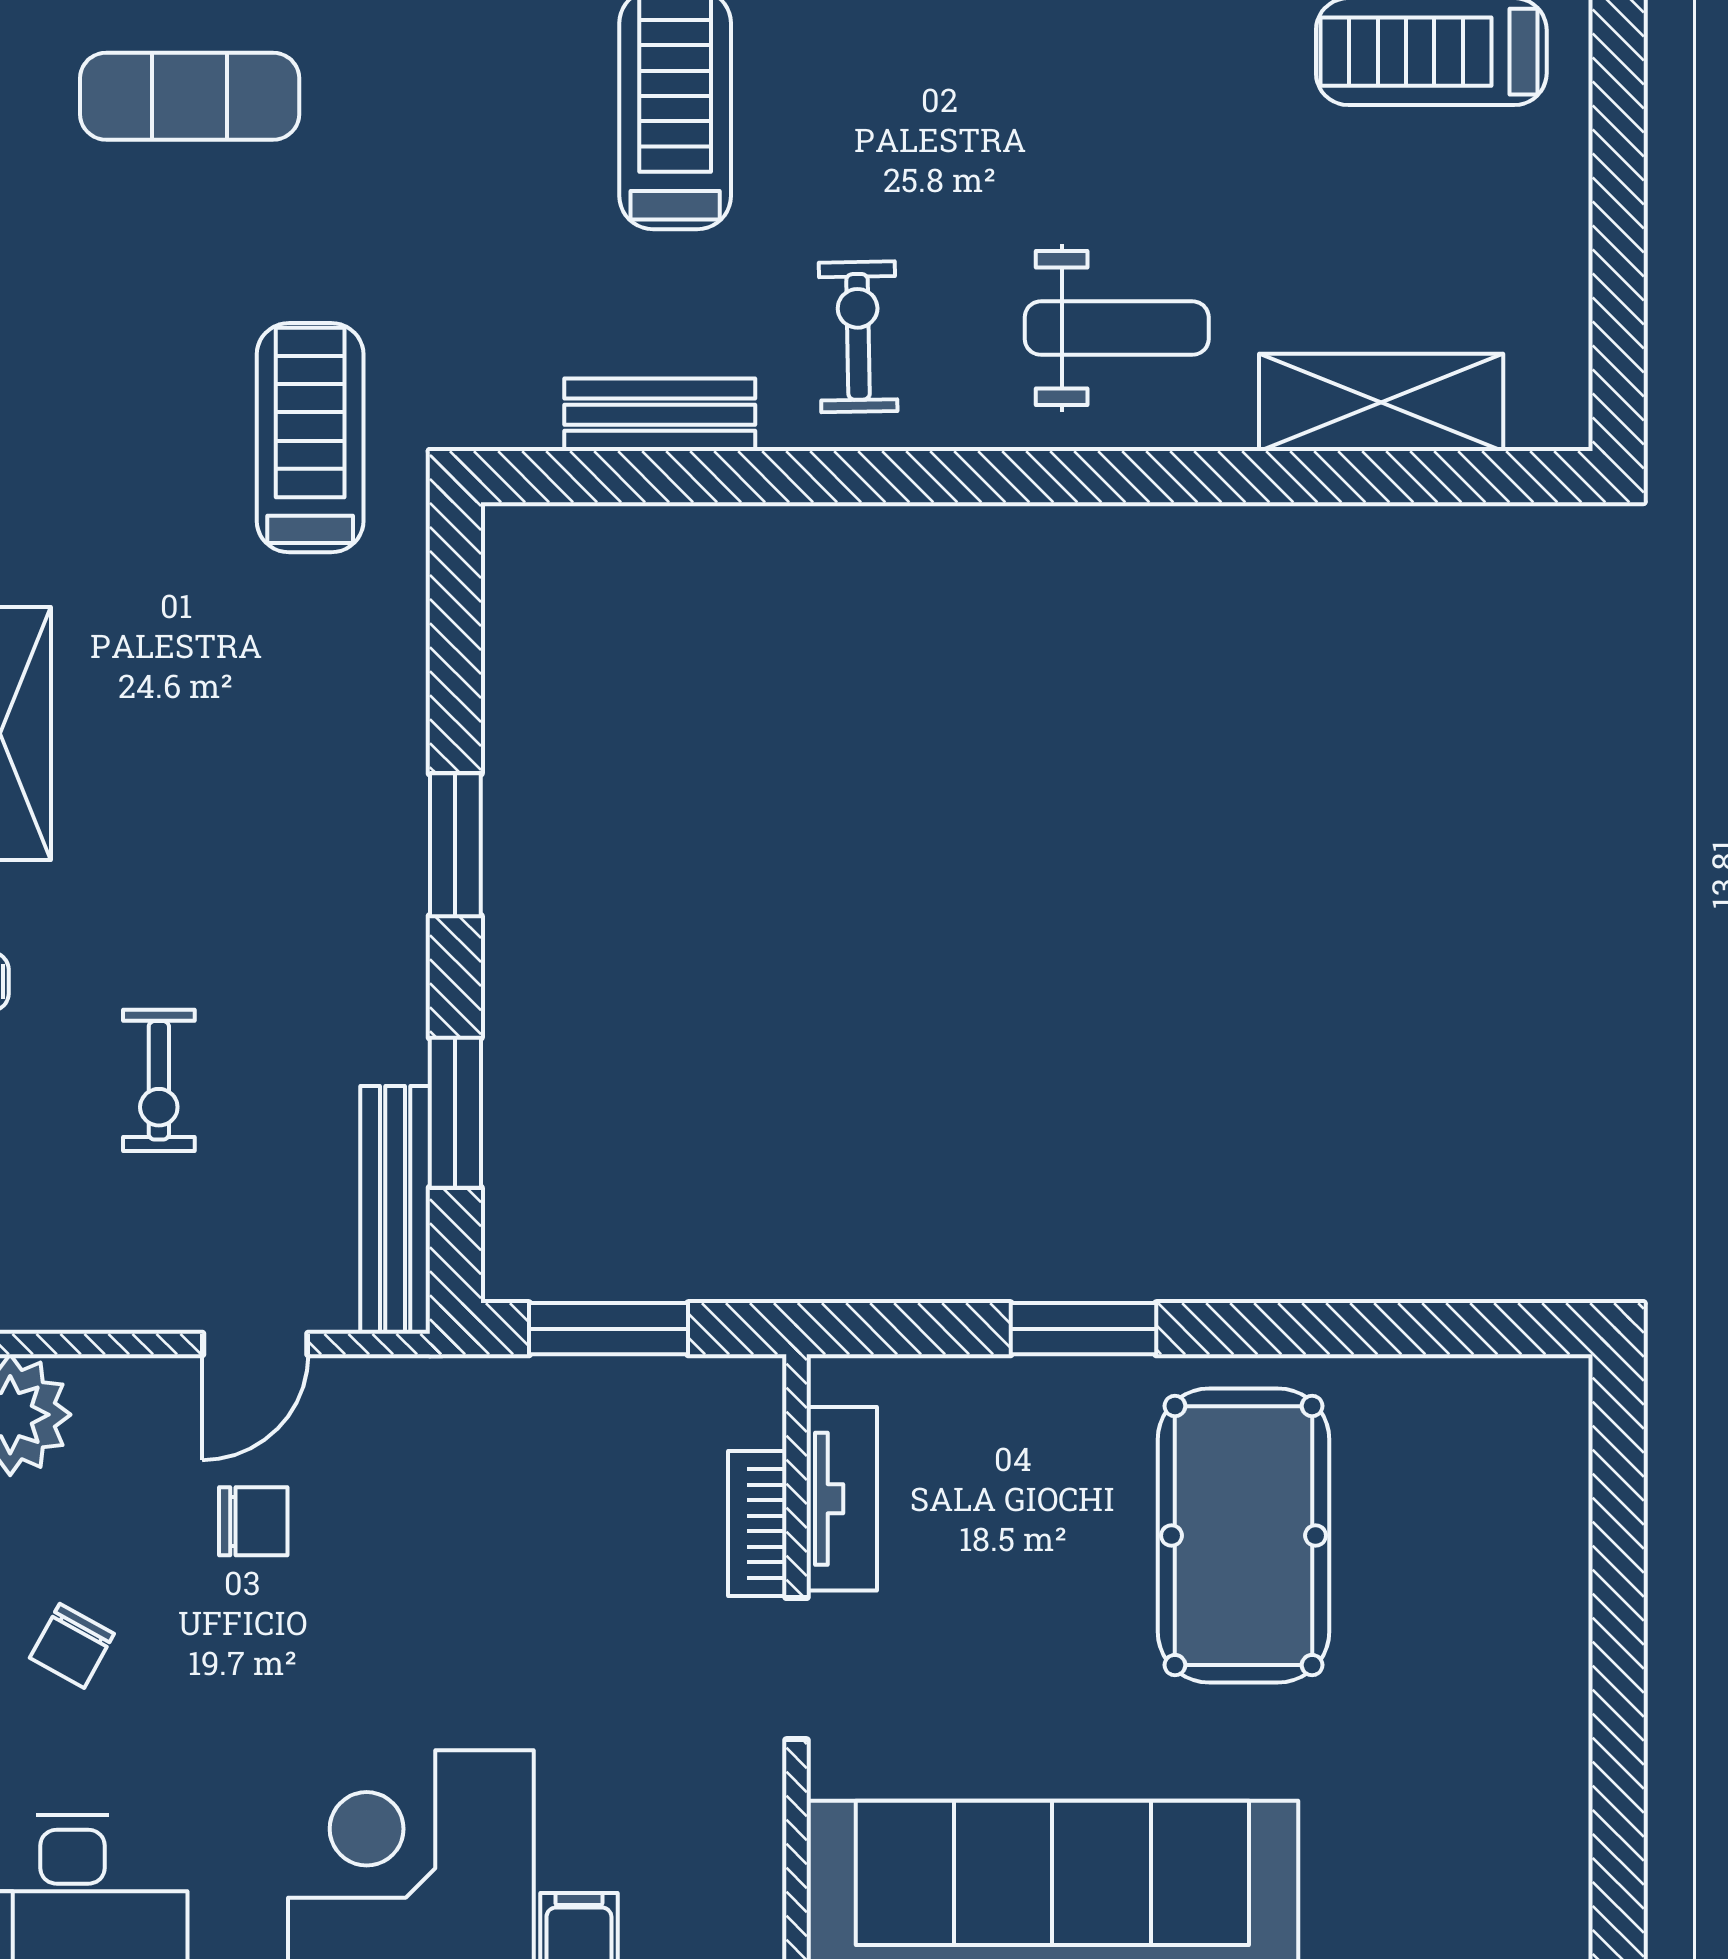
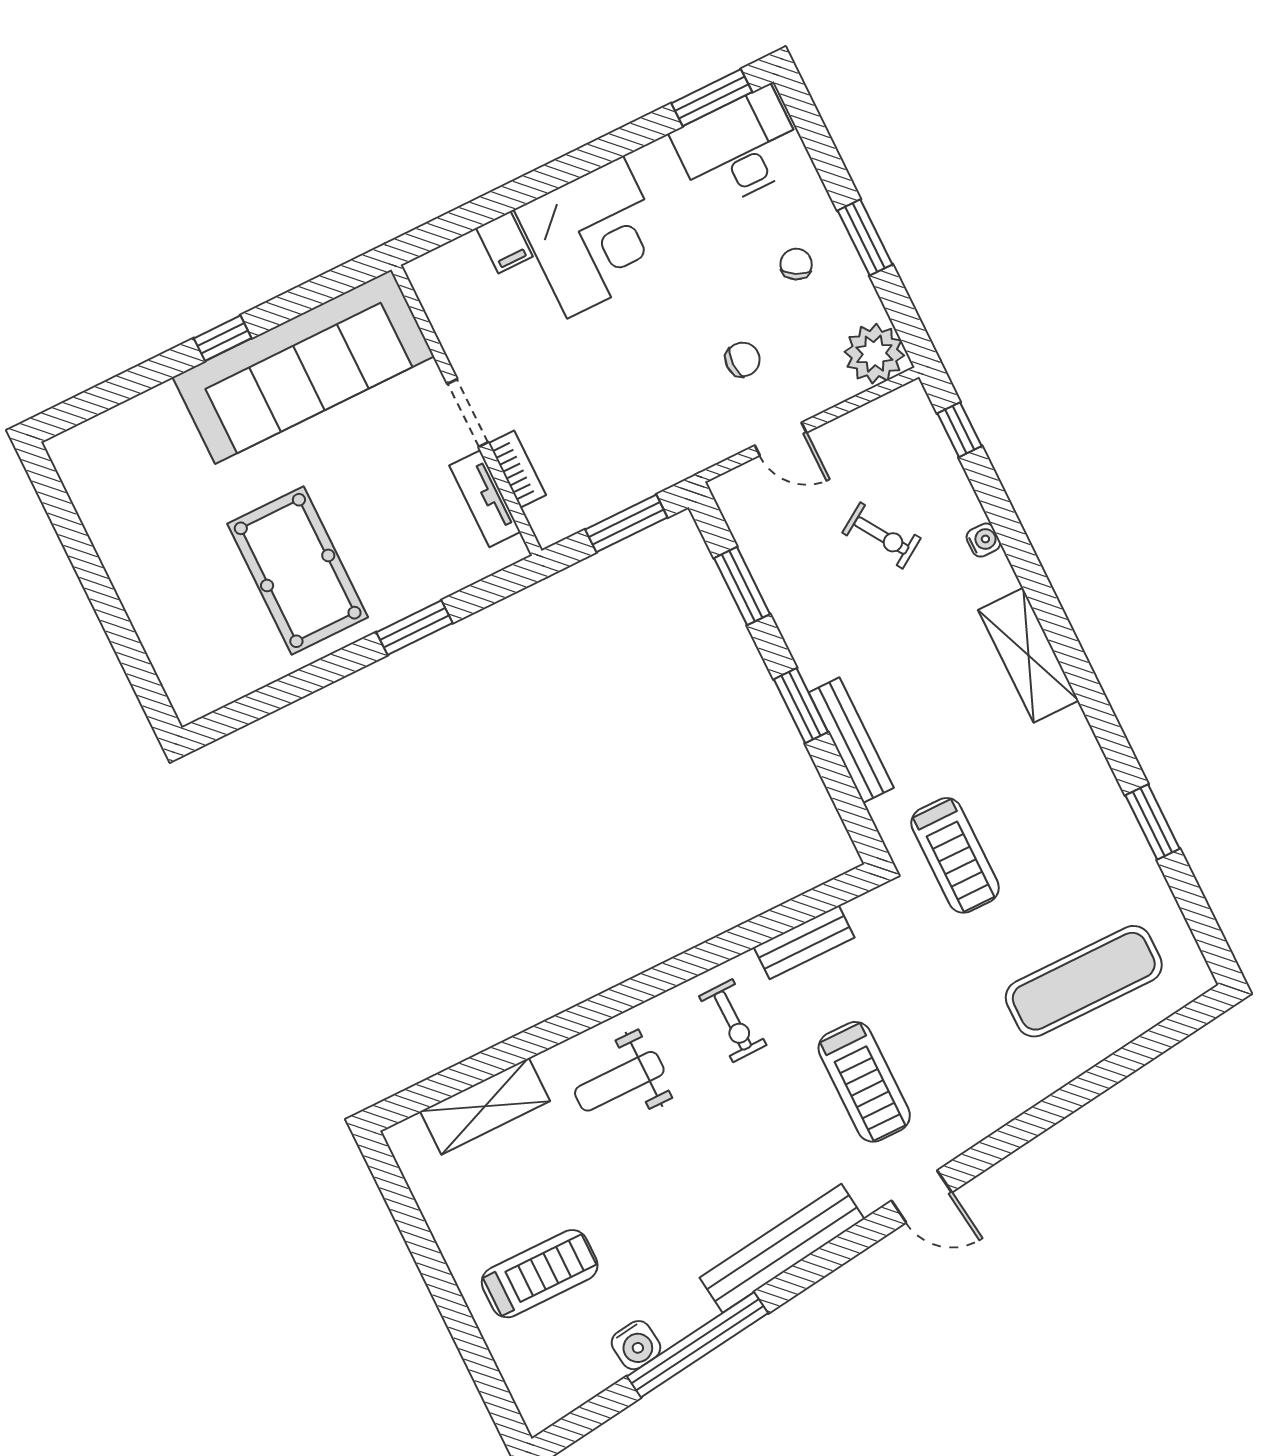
exercise mat: (190, 96) -> (1084, 981), width x1.36, depth x1.45
exercise bike: (159, 1080) -> (881, 535), turned 147
bench: (395, 1210) -> (851, 740), moved
door: (255, 1344) -> (781, 439), swing flipped
chair: (253, 1521) -> (743, 359), turned 180

